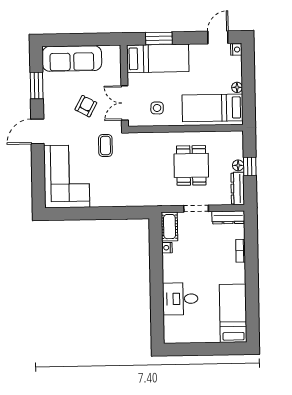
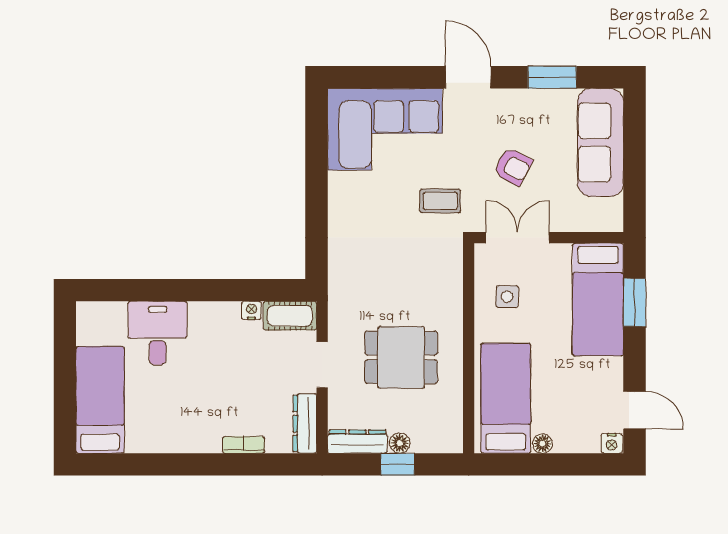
bed: (233, 313) -> (100, 400), moved, turned -90

